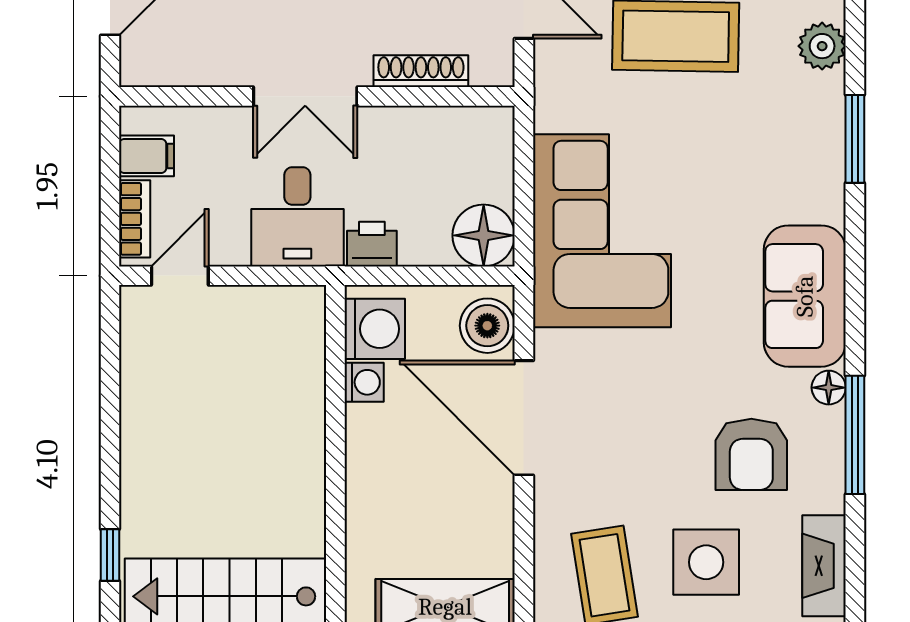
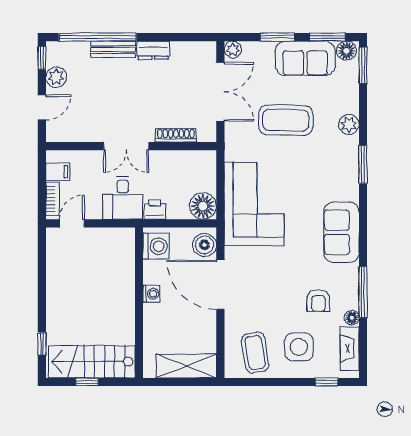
washing machine: (364, 382) -> (151, 294), moved
floor lamp: (829, 388) -> (352, 318), moved
armchair: (751, 454) -> (318, 300), width x0.72, depth x0.72

